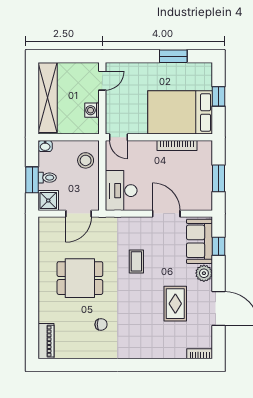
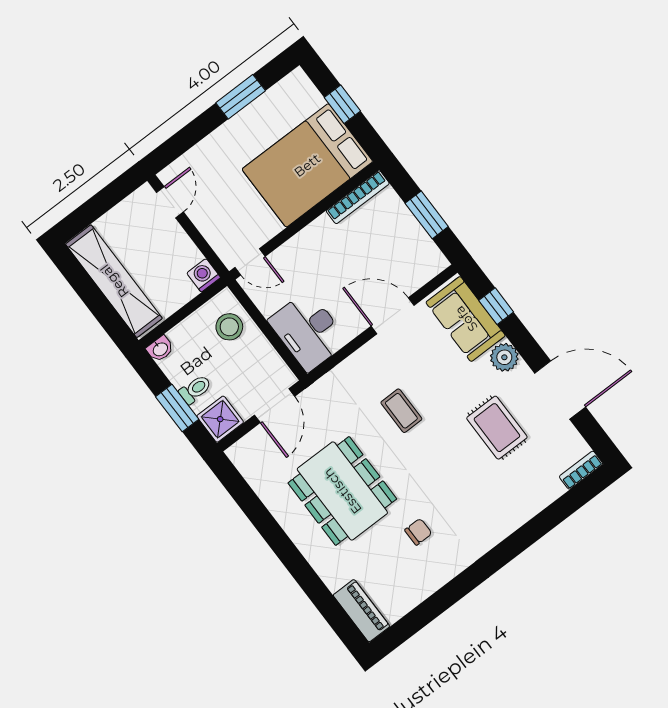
washing machine: (92, 110) -> (204, 275), moved, turned 90
bookcase: (177, 145) -> (358, 197), moved
dining table: (80, 278) -> (342, 491), width x1.38

